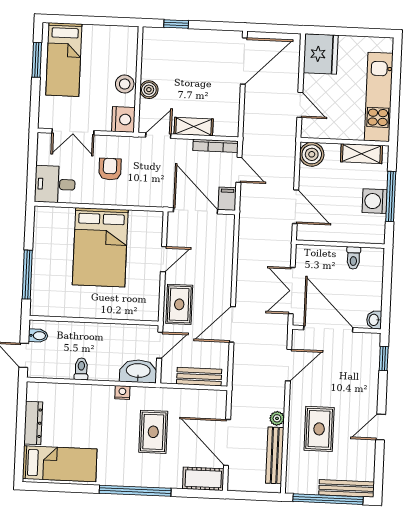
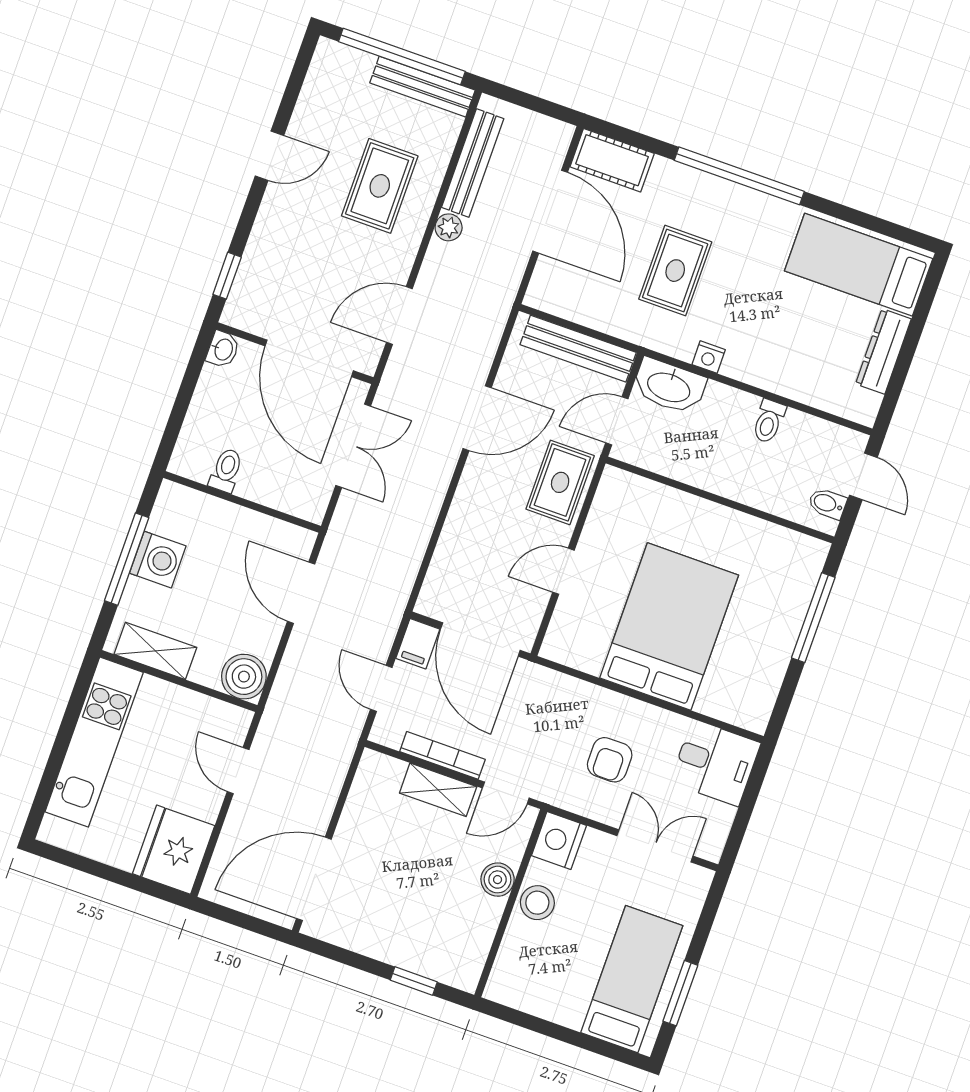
bookcase: (216, 146) -> (442, 755), moved
bench: (199, 377) -> (578, 349), width x1.36
bench: (347, 488) -> (422, 87), moved

